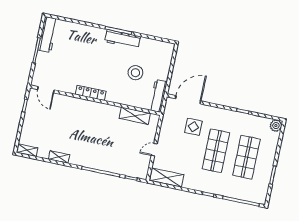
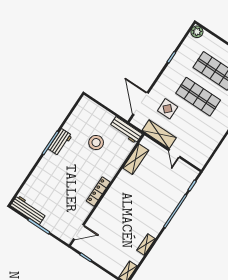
workbench: (123, 39) -> (60, 142), width x0.73
shelving: (167, 178) -> (159, 134), moved, turned 90

